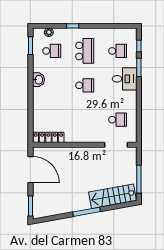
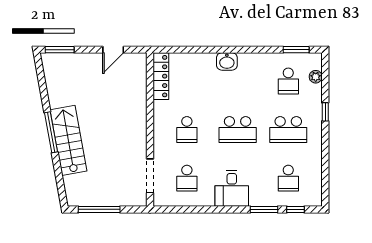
desk: (125, 79) -> (232, 188), moved
washbasin: (38, 80) -> (227, 61), moved
school desk: (85, 85) -> (238, 130), width x1.85
school desk: (85, 120) -> (187, 130), added
door: (30, 170) -> (113, 50), width x0.53
stairs: (113, 196) -> (68, 140), moved

